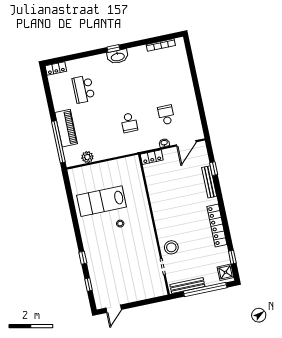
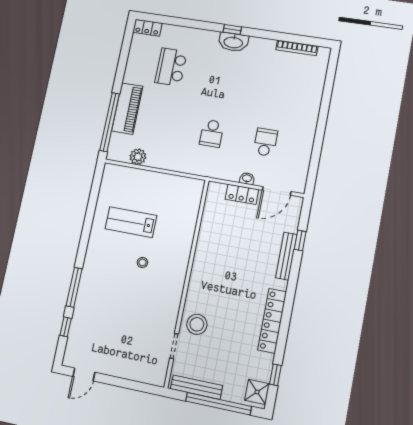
locker: (152, 157) -> (242, 194), moved
lab bench: (101, 201) -> (131, 222), width x0.73, depth x0.72
window: (83, 258) -> (74, 287), width x2.17

